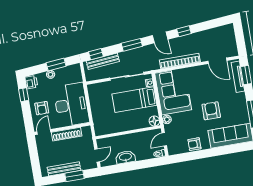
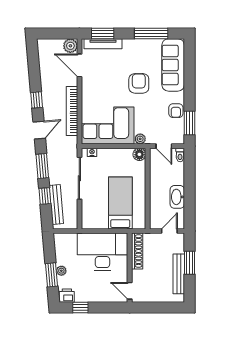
plant: (232, 51) -> (70, 46), added
window: (96, 54) -> (45, 196), moved
door: (217, 61) -> (79, 65), swing flipped
window: (56, 65) -> (52, 275), moved
bed: (134, 100) -> (120, 203), moved, turned 180
armchair: (42, 108) -> (100, 288), removed
armchair: (211, 111) -> (139, 83), turned 90
shoe rack: (67, 134) -> (137, 251), moved
door: (97, 155) -> (169, 231), hinge flipped
window: (186, 157) -> (189, 123), added

